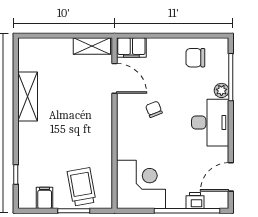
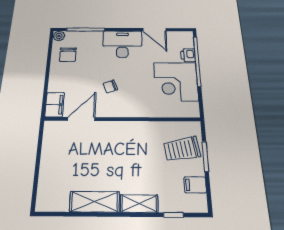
shelving: (92, 46) -> (139, 204), moved, turned 90
plant: (221, 90) -> (59, 36), moved
door: (231, 177) -> (154, 30), moved
corner desk: (141, 184) -> (176, 82), moved, turned -90

